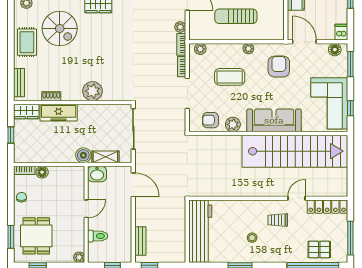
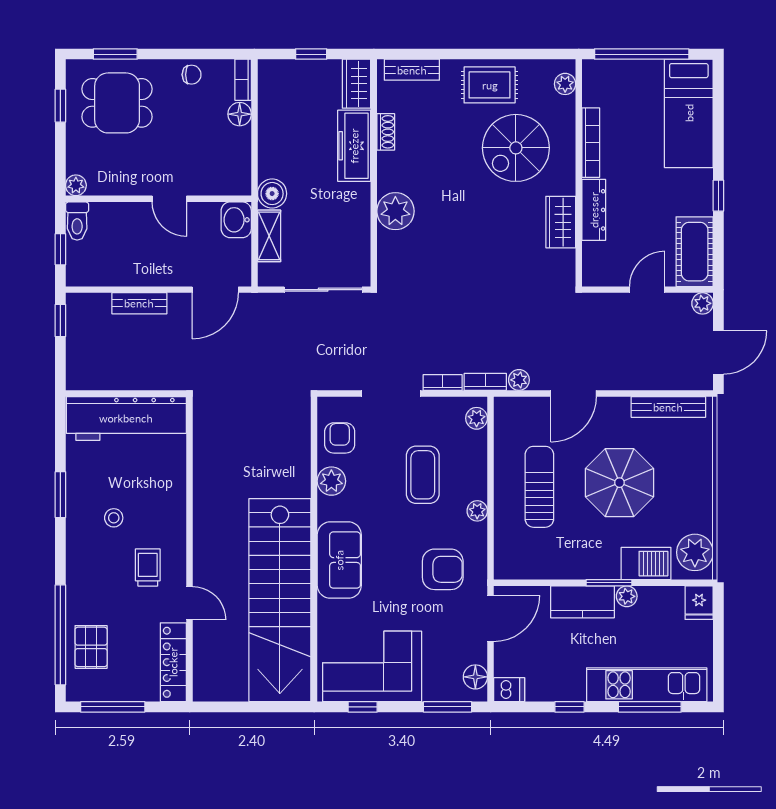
sofa: (274, 120) -> (339, 560), width x0.73
toilet: (98, 236) -> (77, 221), moved
bench: (140, 241) -> (139, 303), moved

